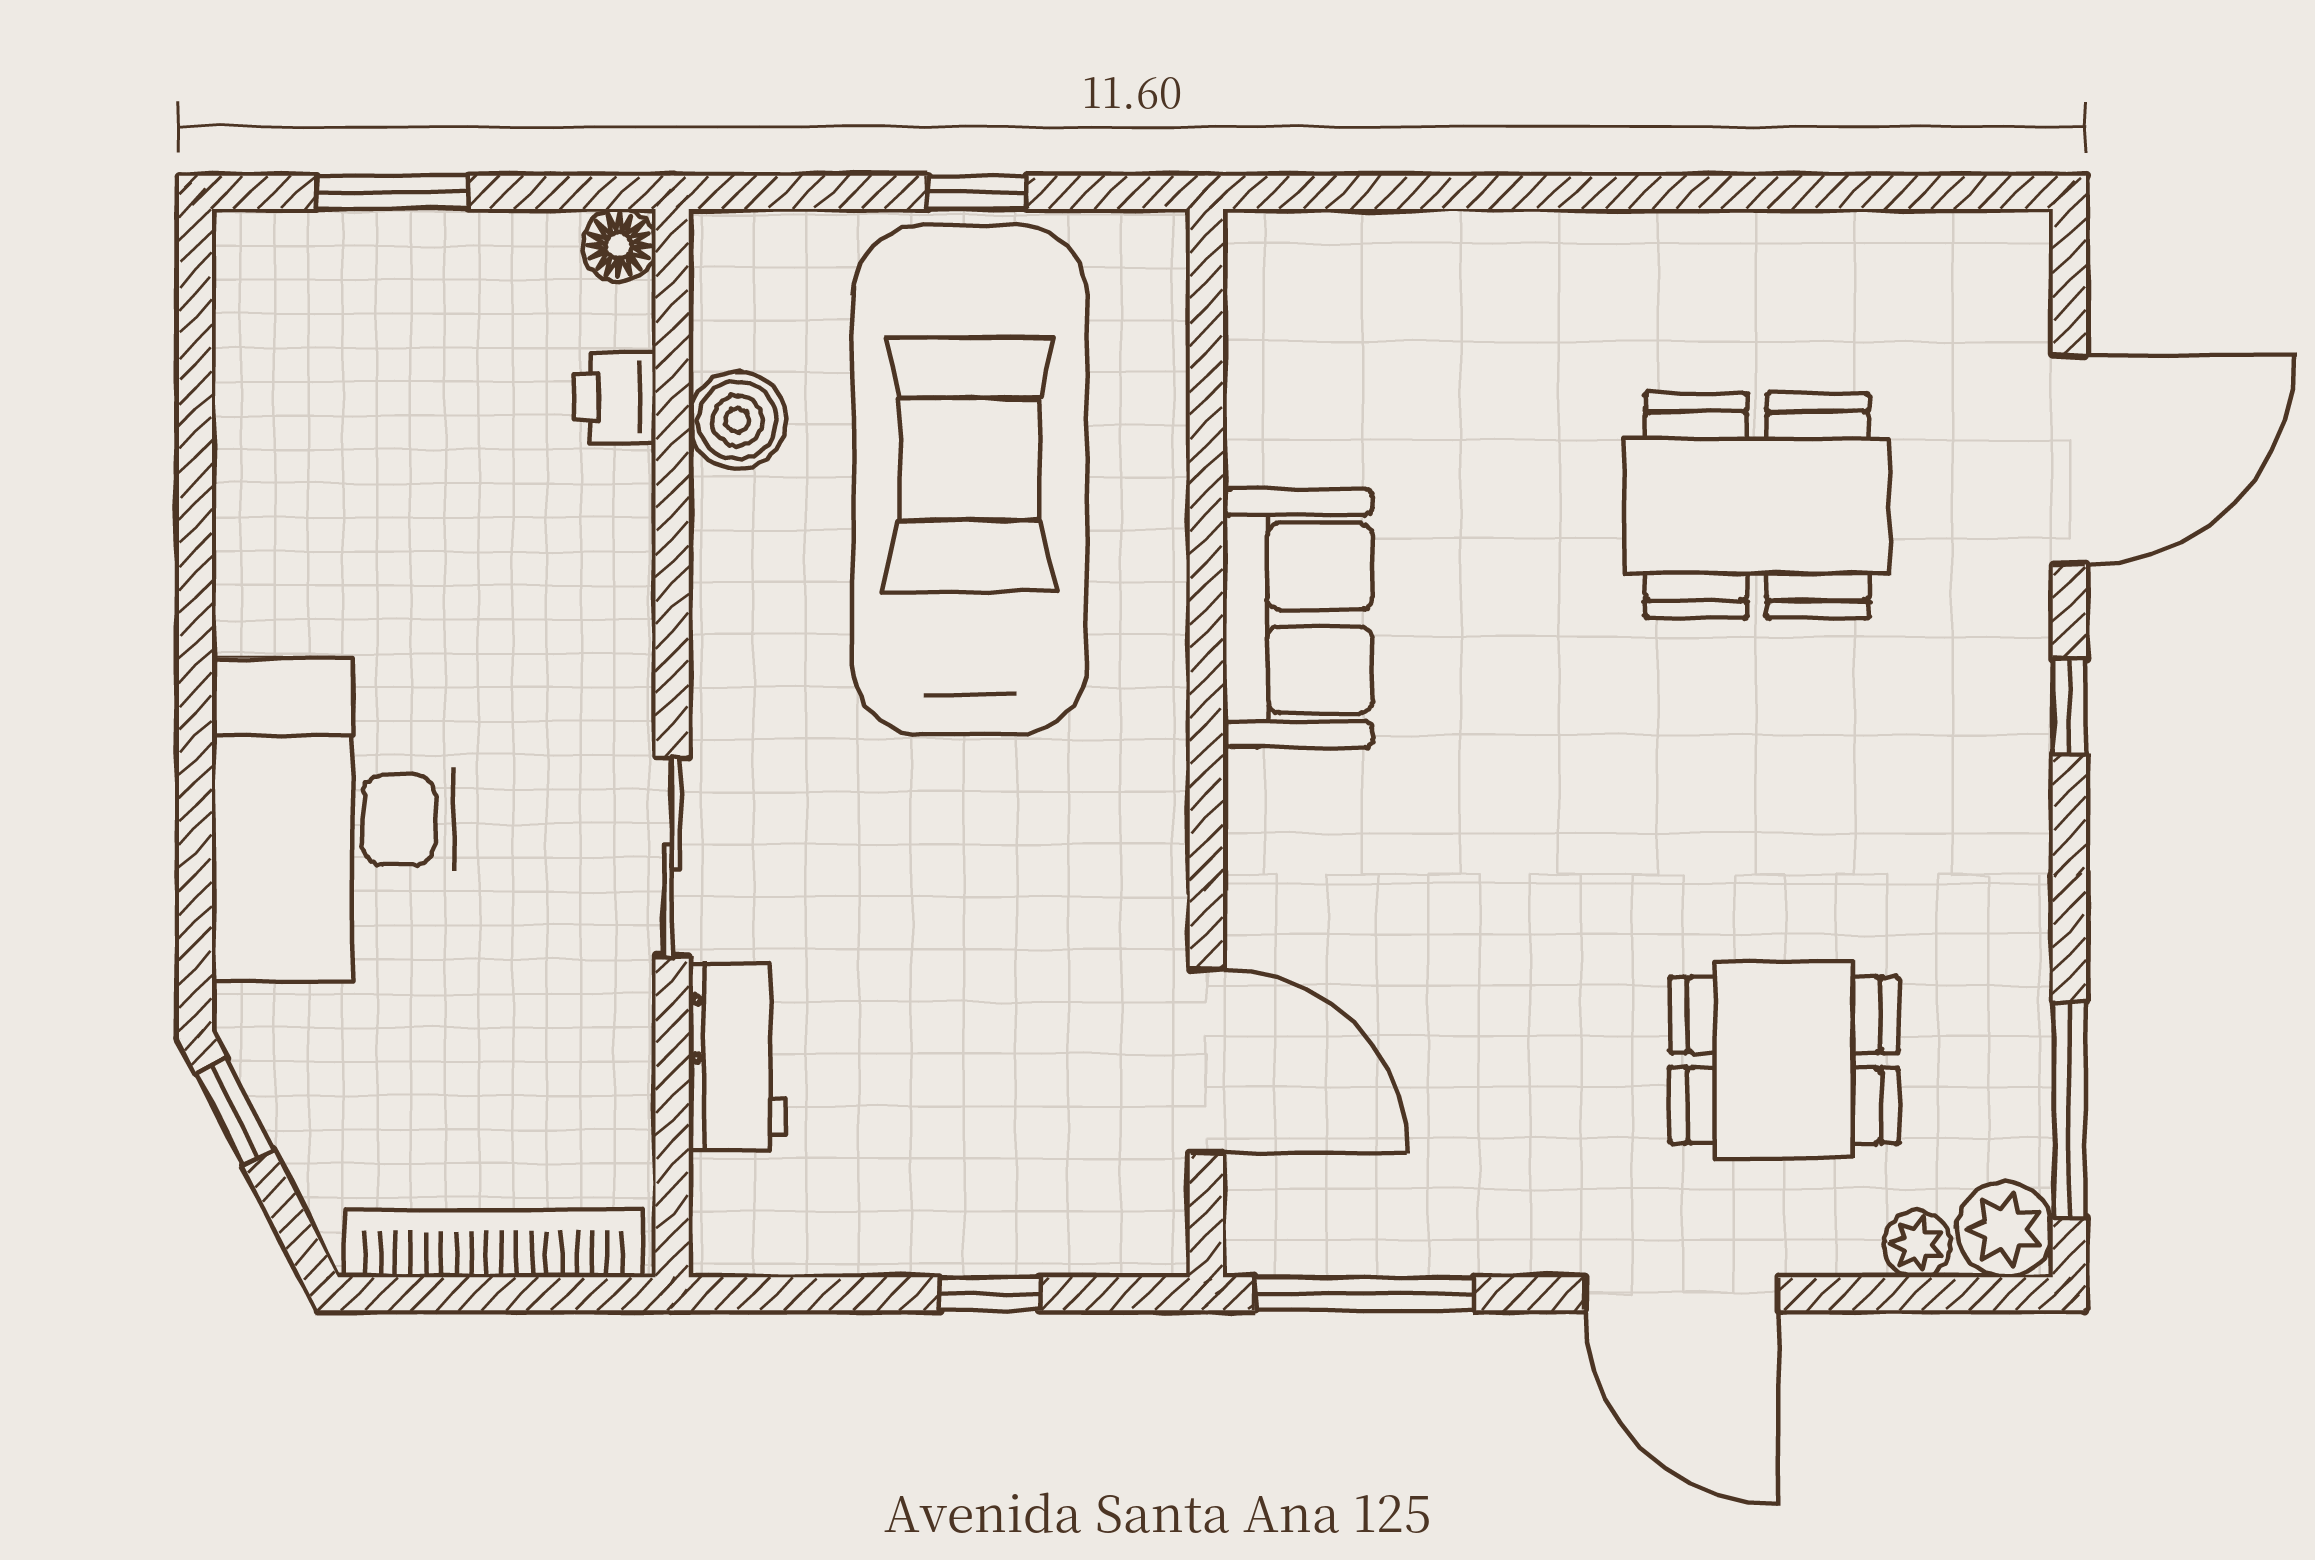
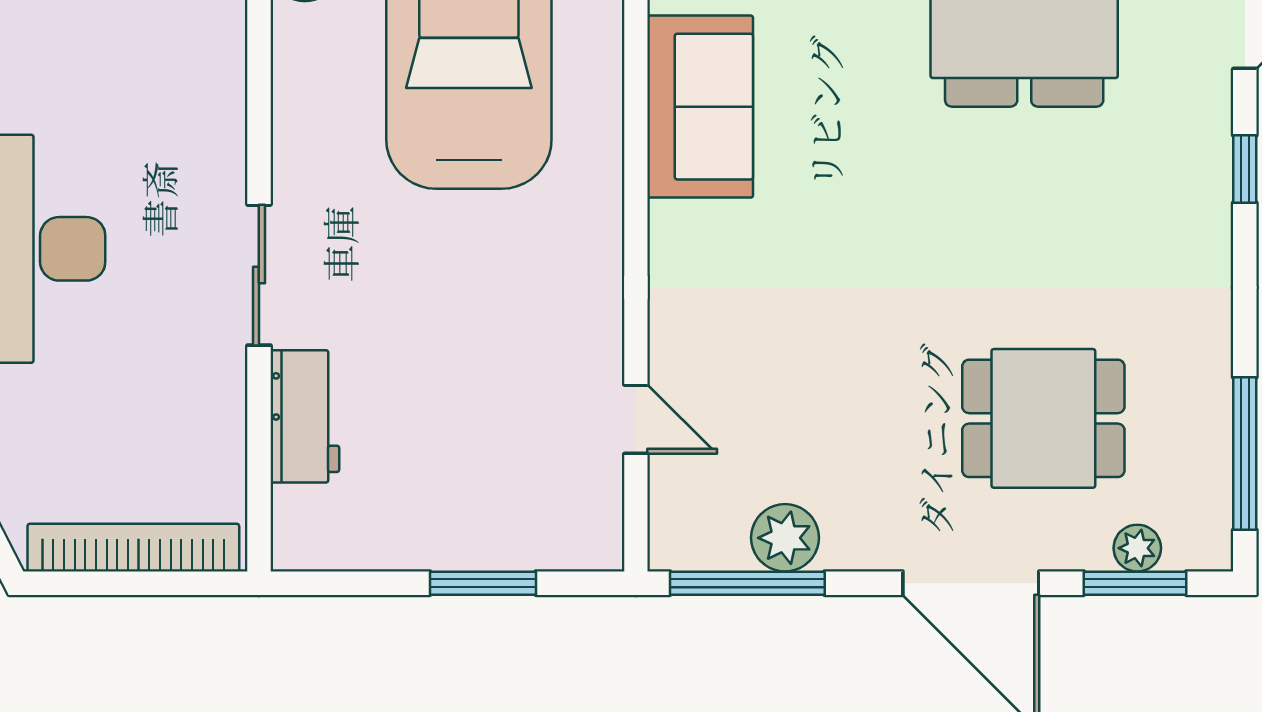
door: (1206, 1061) -> (636, 419), width x0.53
plant: (2005, 1229) -> (785, 538), moved
window: (990, 1294) -> (483, 583), width x1.50
window: (1914, 1294) -> (1135, 583), added

